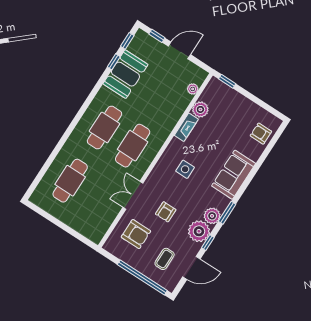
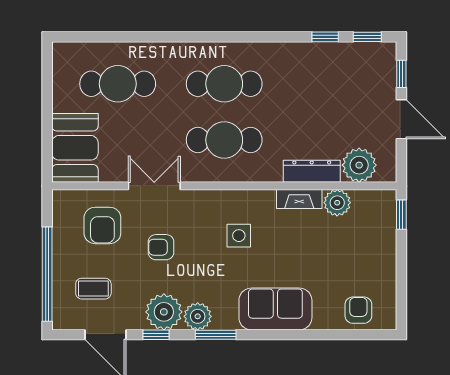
booth: (125, 74) -> (75, 148), moved, turned 90
plant: (193, 89) -> (359, 165), width x1.87, depth x1.87
dresser: (176, 112) -> (312, 171), added

